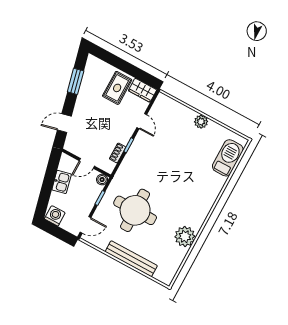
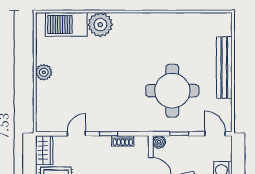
plant: (185, 236) -> (100, 25), moved

